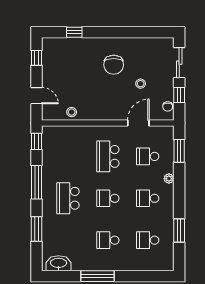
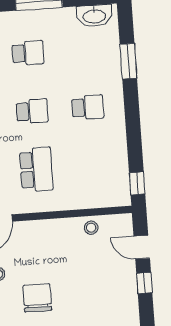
window: (36, 58) -> (144, 283), moved
window: (36, 182) -> (133, 126), removed
school desk: (68, 198) -> (88, 107), width x0.54

